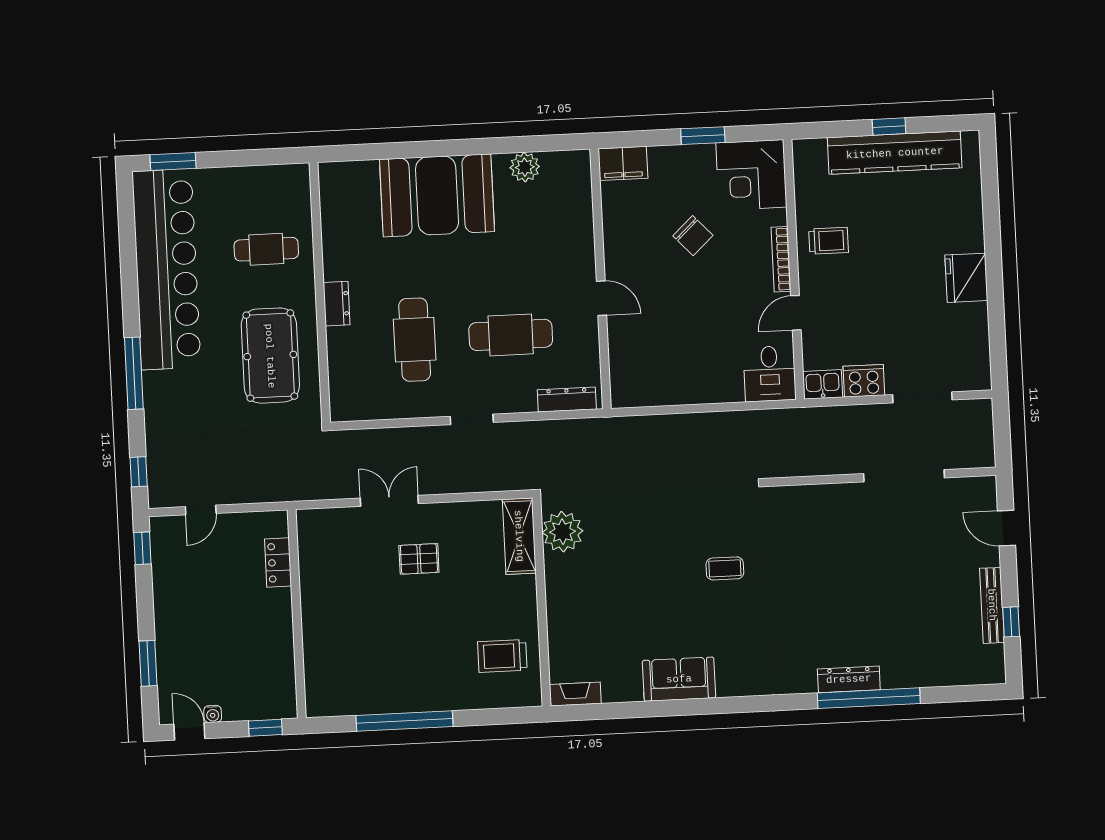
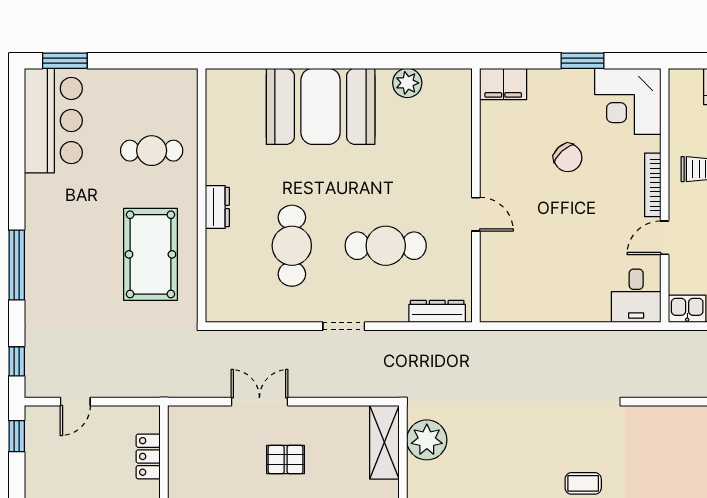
bar counter: (166, 269) -> (53, 121), width x0.54

